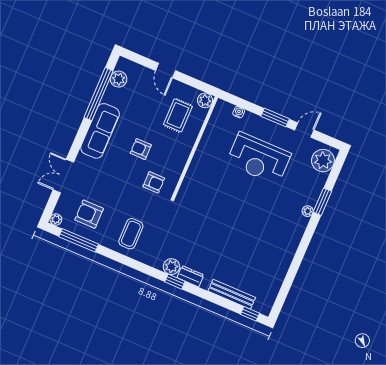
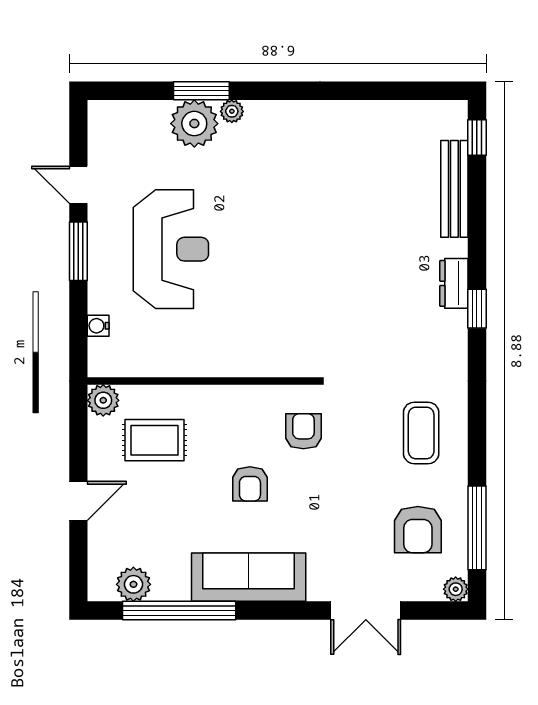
plant: (323, 161) -> (194, 124), moved
coffee table: (131, 234) -> (421, 433), turned 90
plant: (171, 267) -> (451, 328), removed

